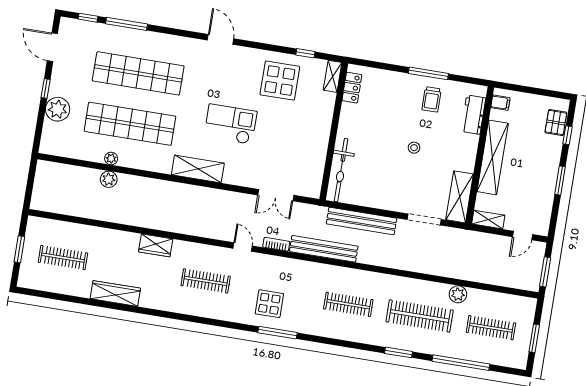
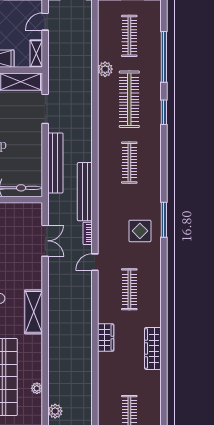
plant: (109, 179) -> (55, 411), moved
door: (523, 236) -> (45, 22), swing flipped
wardrobe: (115, 293) -> (153, 348), moved

